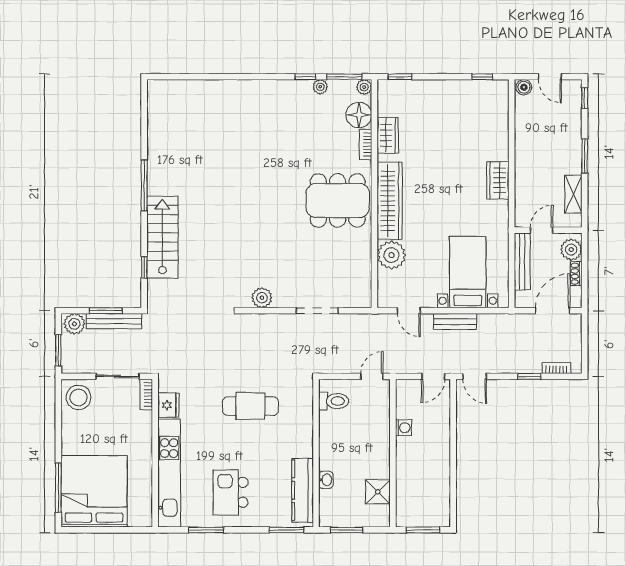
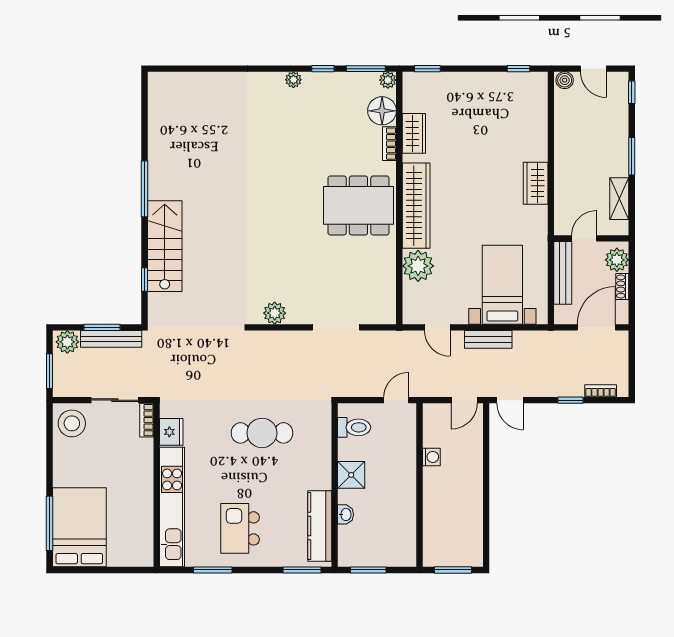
plant: (320, 87) -> (293, 80), moved
bed: (94, 491) -> (79, 527), width x0.73
shower: (378, 492) -> (351, 475), moved

